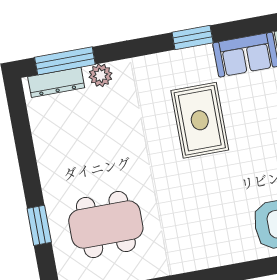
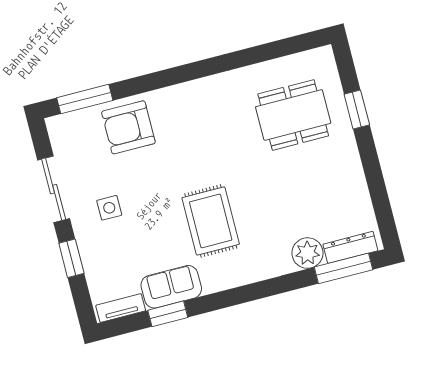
window: (193, 37) -> (168, 314), moved
plant: (101, 75) -> (307, 253), width x1.36, depth x1.36

